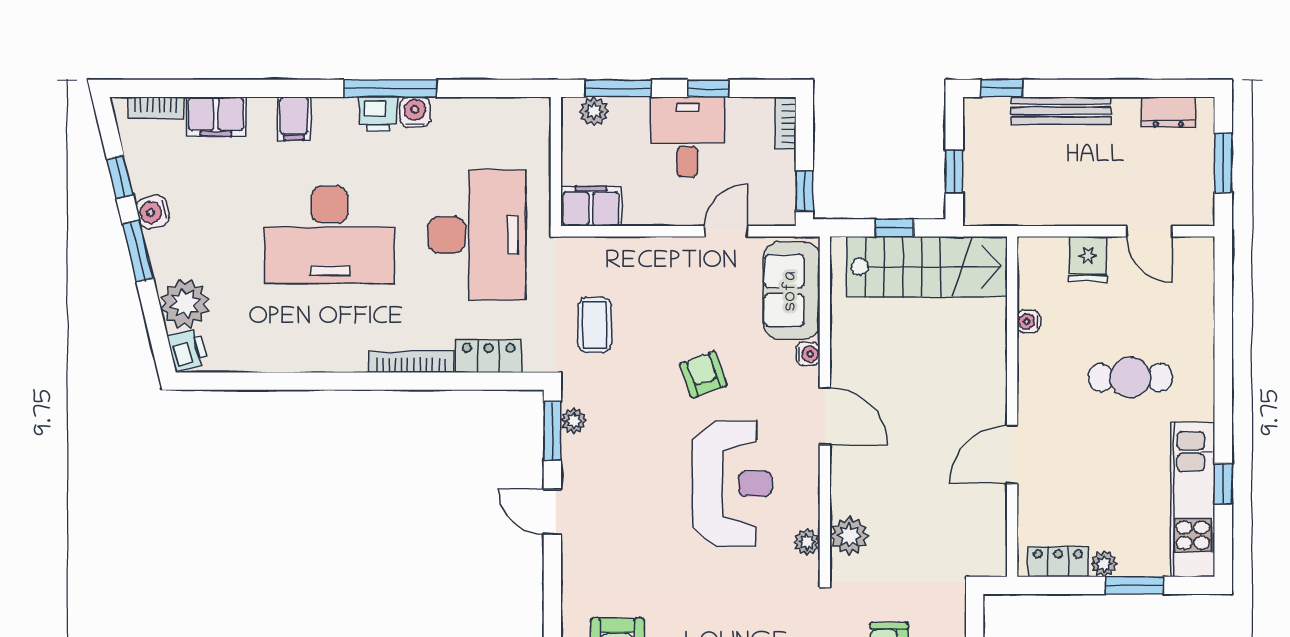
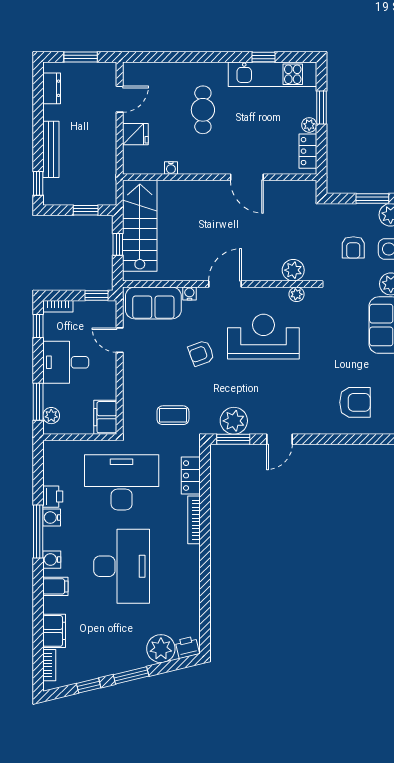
window: (708, 88) -> (38, 326), moved
printer: (378, 114) -> (53, 497), moved
water cooler: (153, 212) -> (52, 560), moved, turned 104
plant: (574, 421) -> (234, 421), width x1.88, depth x1.88

